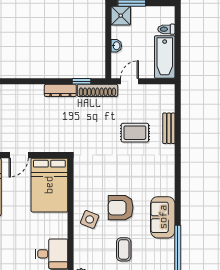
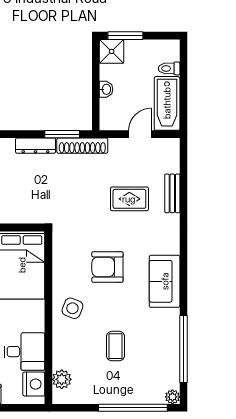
window: (81, 81) -> (62, 134), width x1.50
door: (130, 81) -> (140, 134), moved
armchair: (121, 208) -> (107, 267), moved
sofa: (163, 217) -> (165, 281), moved

